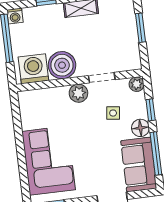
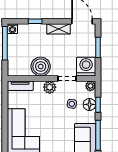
washing machine: (33, 69) -> (86, 67), moved
tv unit: (36, 96) -> (20, 86), added
floor lamp: (140, 128) -> (89, 104), moved

